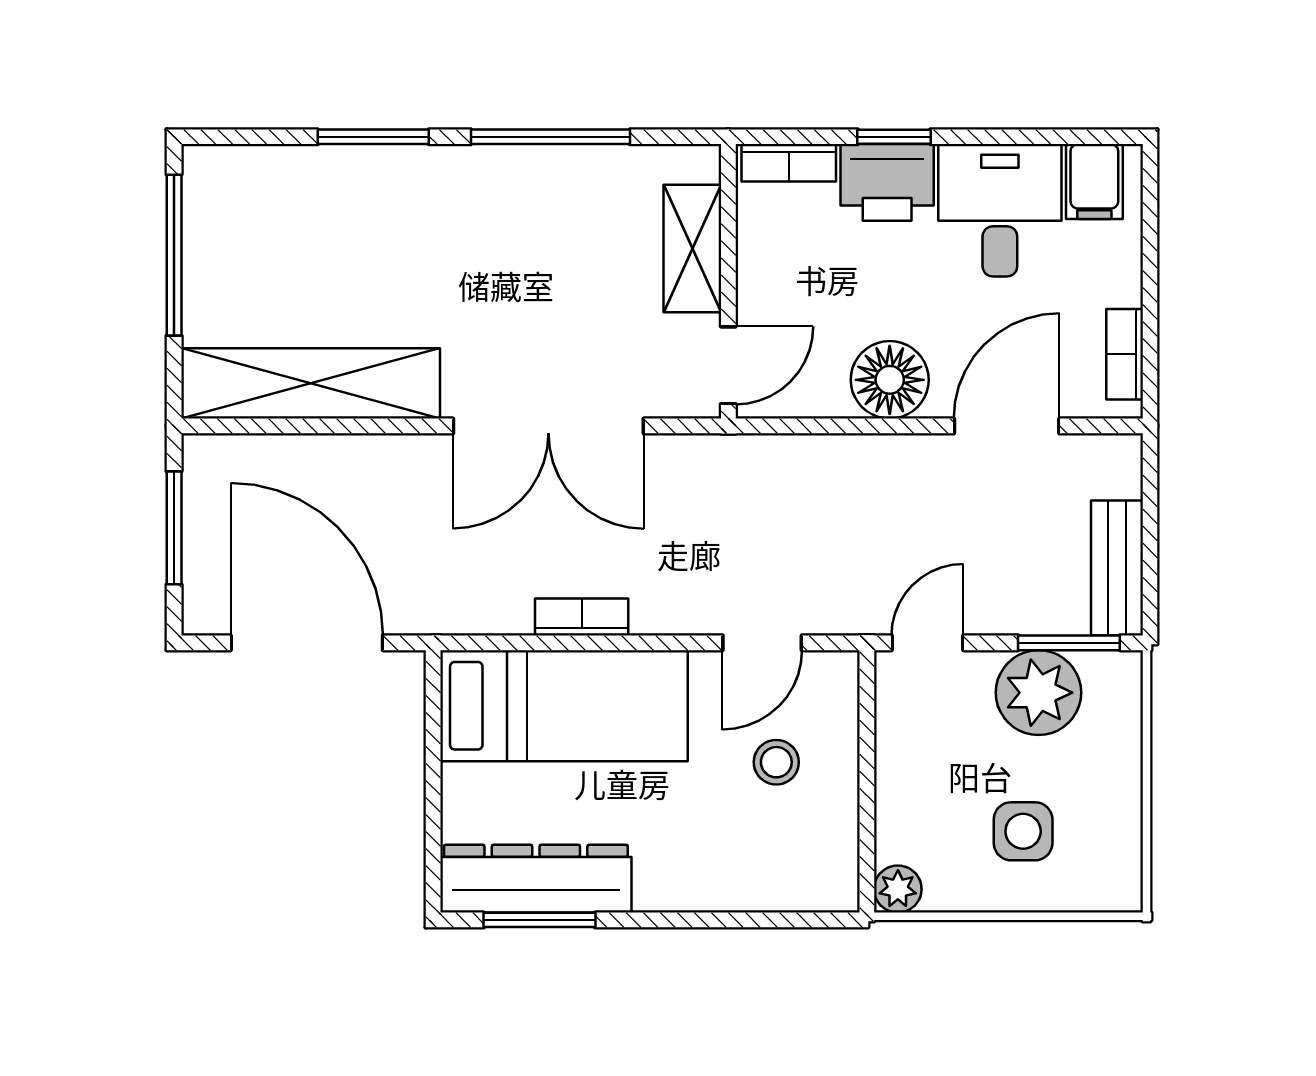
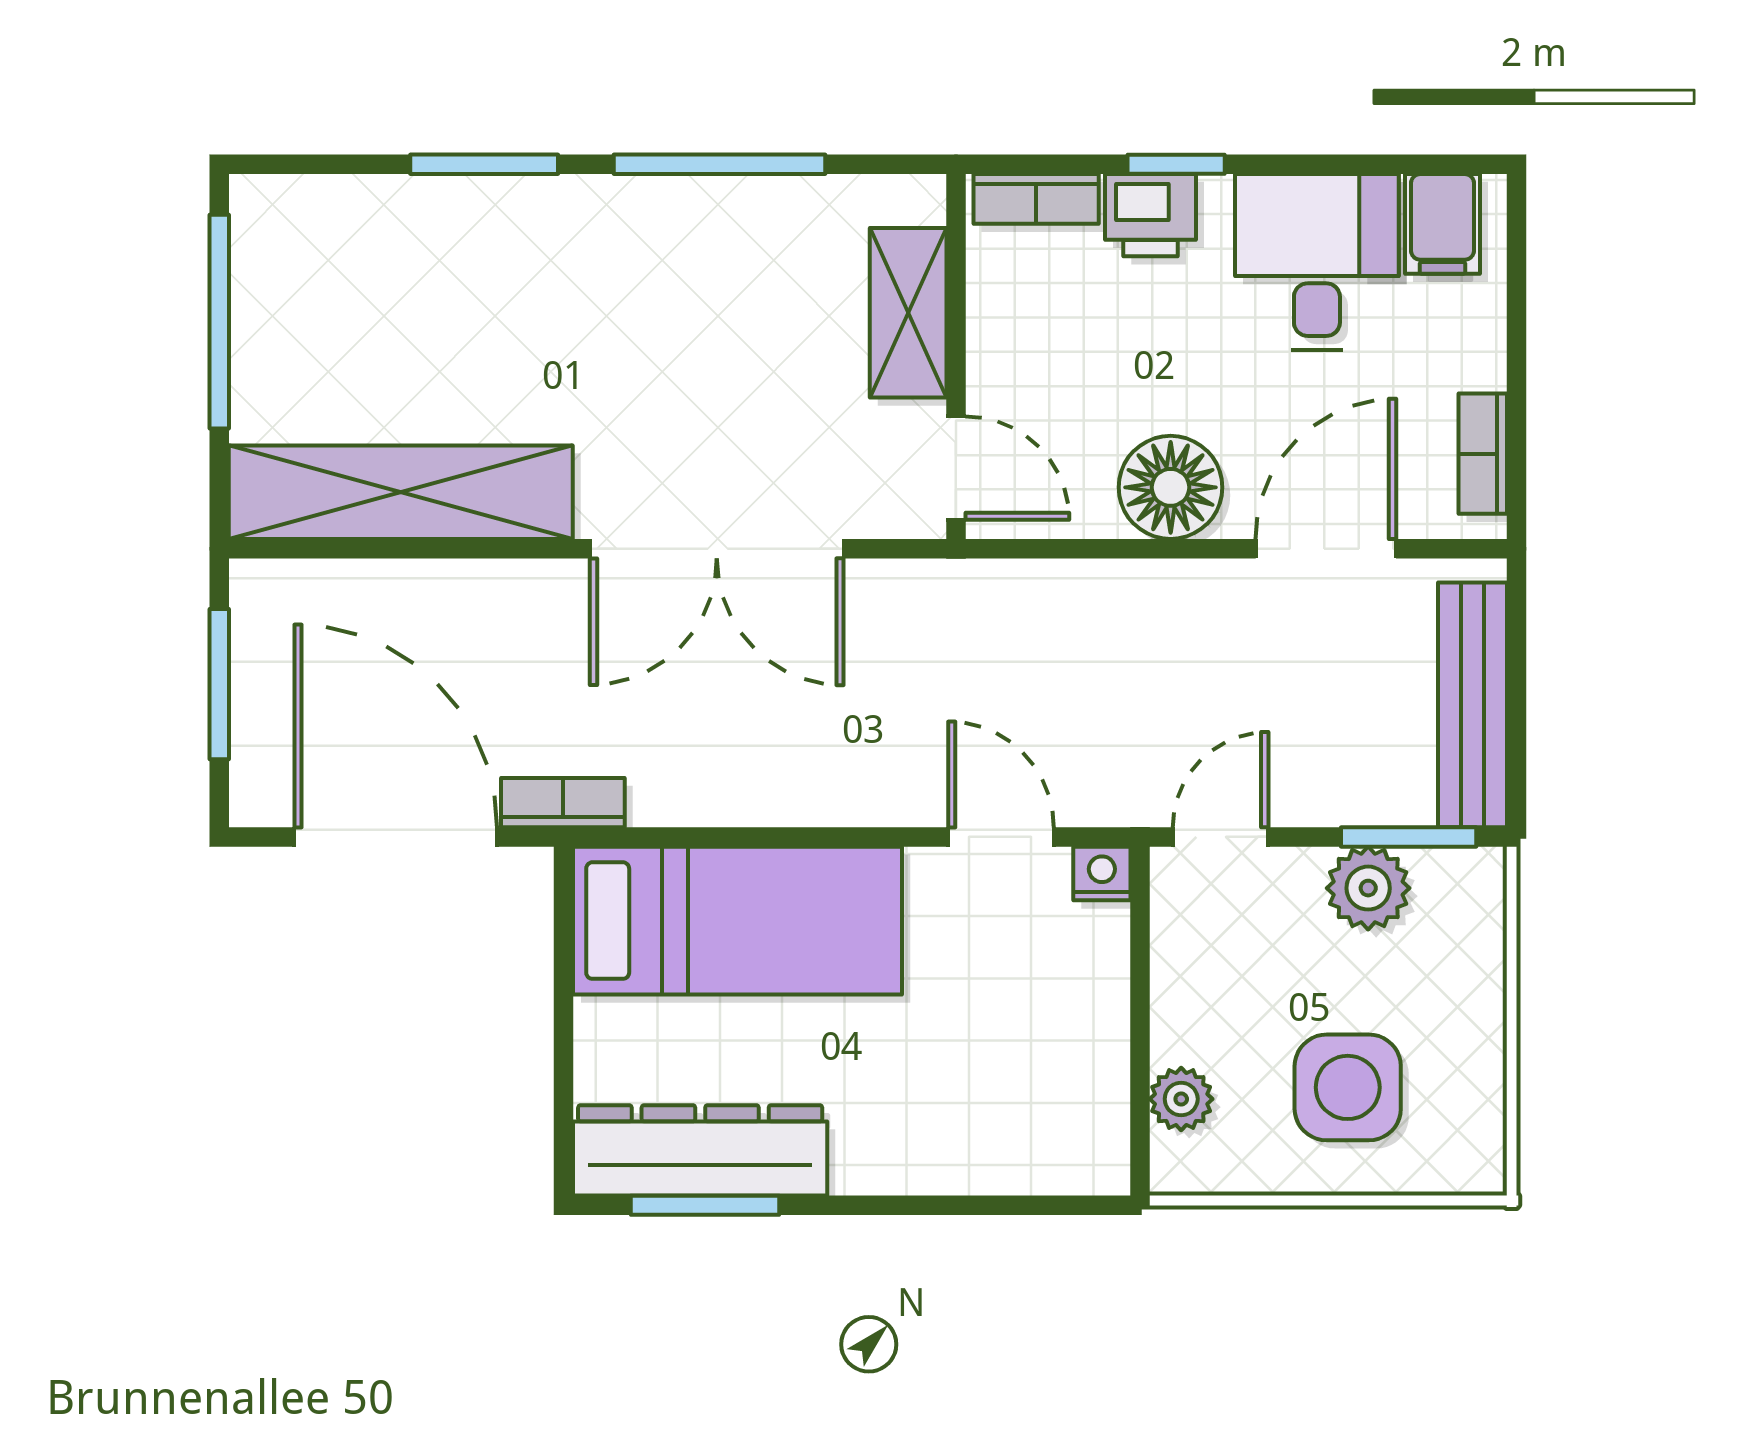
printer: (887, 182) -> (1150, 215), width x0.73, depth x0.81
door: (728, 365) -> (956, 468), hinge flipped
bench: (1117, 568) -> (1473, 705), width x1.36
bookcase: (582, 617) -> (563, 803), moved
door: (762, 643) -> (1001, 837), swing flipped
nightstand: (838, 670) -> (1102, 874), added
plant: (1038, 693) -> (1368, 888), width x0.73, depth x0.73
stool: (776, 762) -> (1020, 996), removed
side table: (1023, 831) -> (1348, 1087), width x1.37, depth x1.37
plant: (898, 889) -> (1181, 1099), moved

